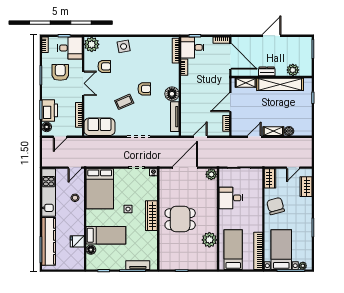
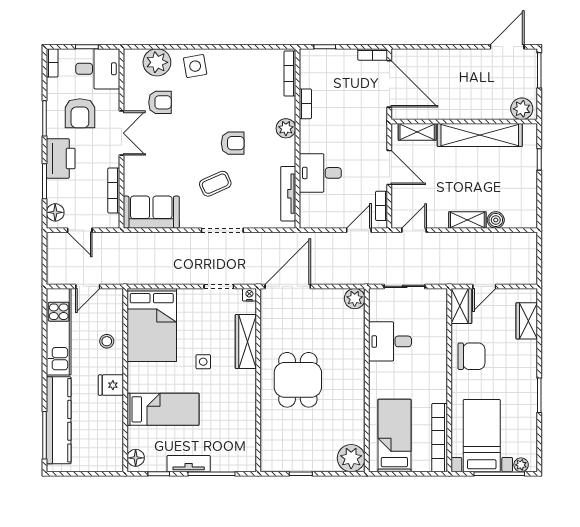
door: (271, 36) -> (507, 47), moved
plant: (92, 44) -> (157, 62), moved
desk: (192, 47) -> (320, 173), moved
plant: (293, 70) -> (522, 109), moved
dresser: (267, 71) -> (455, 111), removed
armchair: (60, 72) -> (80, 113), turned 180
plant: (174, 81) -> (286, 128), added
floor lamp: (172, 94) -> (283, 152), removed
coffee table: (124, 102) -> (215, 184), moved
door: (230, 102) -> (389, 168), swing flipped
printer: (50, 110) -> (61, 158), moved
door: (60, 137) -> (80, 230), hinge flipped
door: (200, 137) -> (359, 230), moved
door: (254, 137) -> (414, 230), moved
door: (75, 168) -> (88, 286), moved
door: (185, 168) -> (288, 286), moved
door: (293, 168) -> (484, 286), moved
chair: (276, 206) -> (471, 356), turned 105
wardrobe: (151, 216) -> (246, 342), moved
dining table: (180, 219) -> (298, 380), turned 90
plant: (209, 240) -> (351, 458), moved
fridge: (77, 241) -> (111, 385), moved
floor lamp: (91, 250) -> (136, 458), moved
tv unit: (138, 265) -> (189, 464), moved

